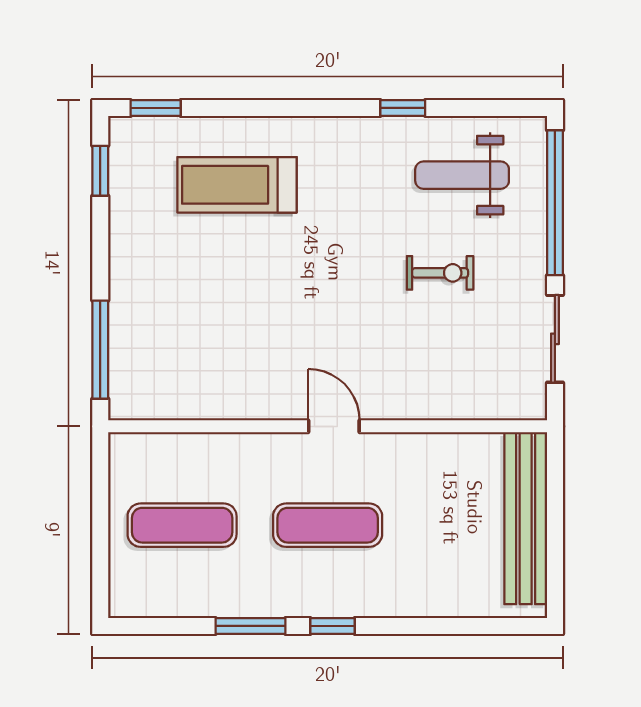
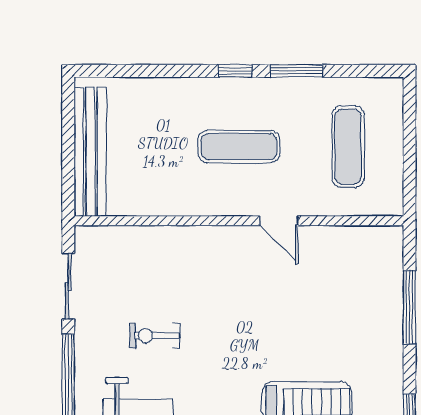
window: (100, 350) -> (409, 307), moved
door: (334, 426) -> (279, 221), moved
exercise mat: (182, 525) -> (348, 147), turned 90

